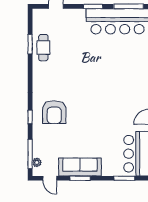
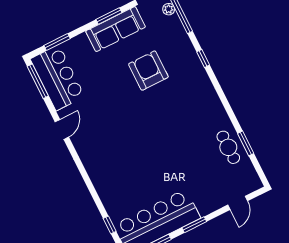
armchair: (54, 112) -> (148, 71), moved

